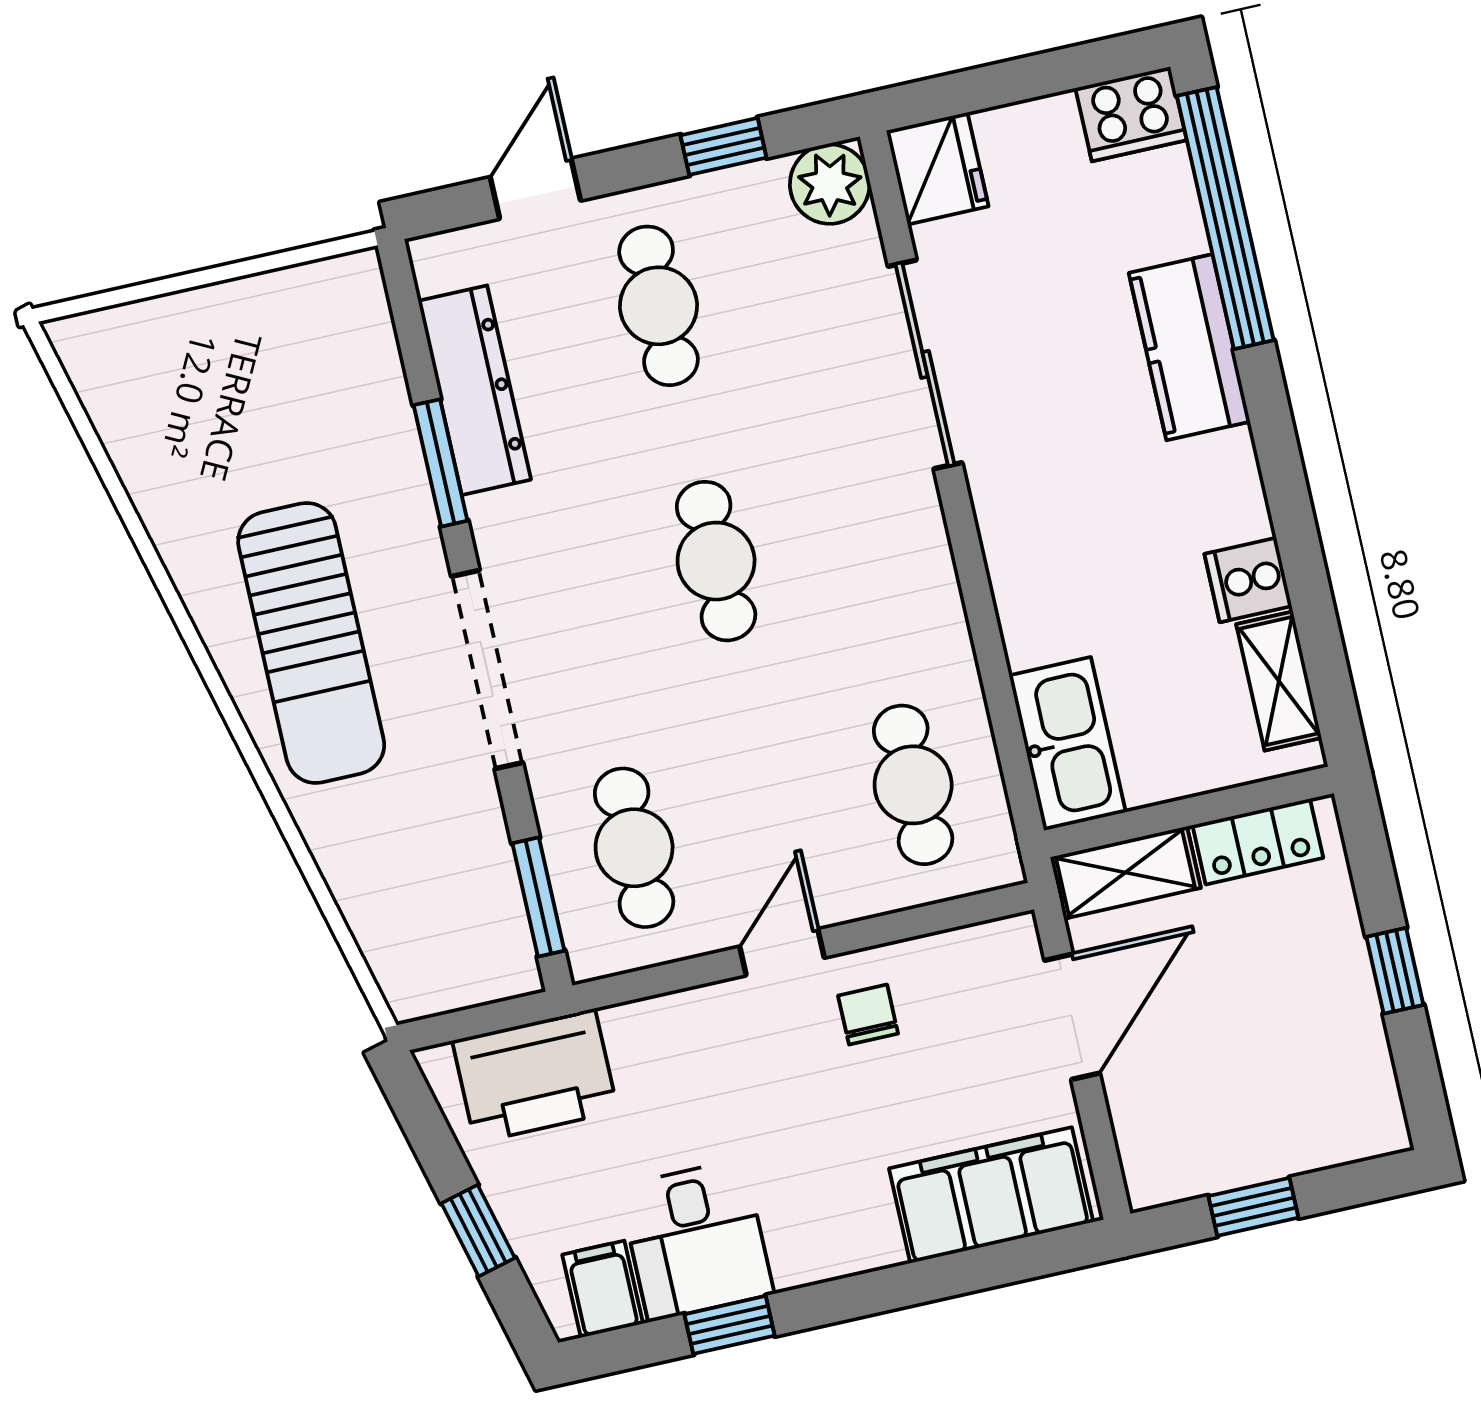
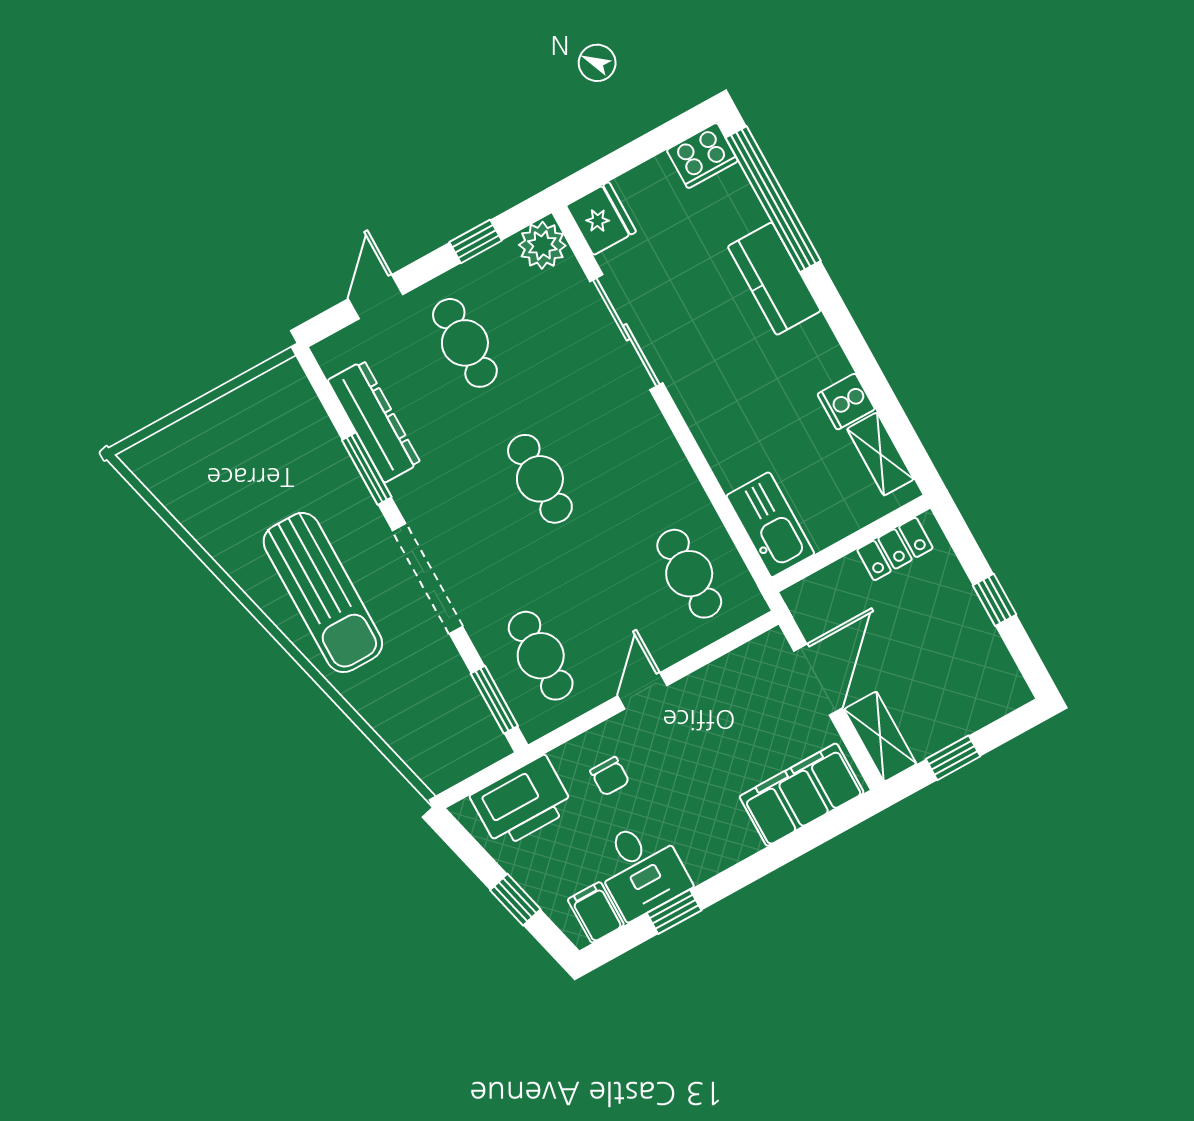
shelving: (1125, 872) -> (880, 737), moved, turned 90
chair: (868, 1015) -> (610, 776), moved, turned 180

